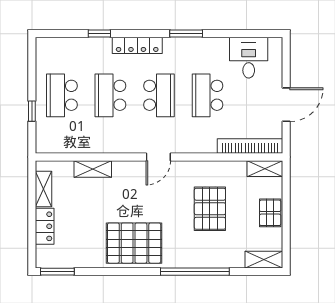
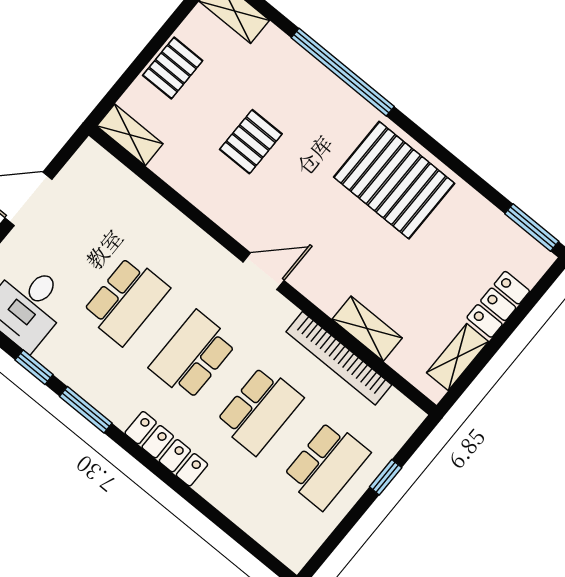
window: (99, 34) -> (34, 367), moved
bookcase: (250, 146) -> (339, 358), moved
pallet: (210, 209) -> (251, 142), width x0.67, depth x0.71

